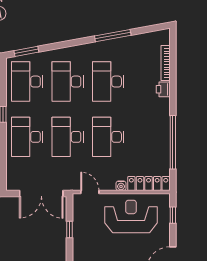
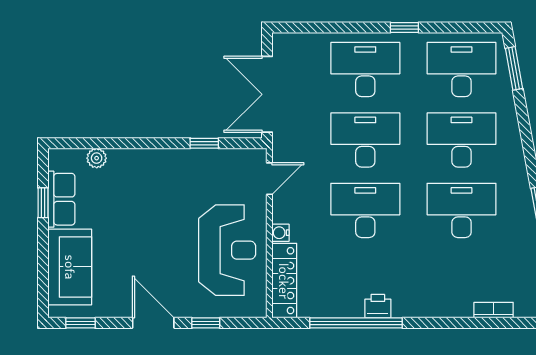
bookcase: (166, 63) -> (494, 310), width x0.64
printer: (163, 89) -> (378, 306), moved
window: (173, 215) -> (206, 323), moved

